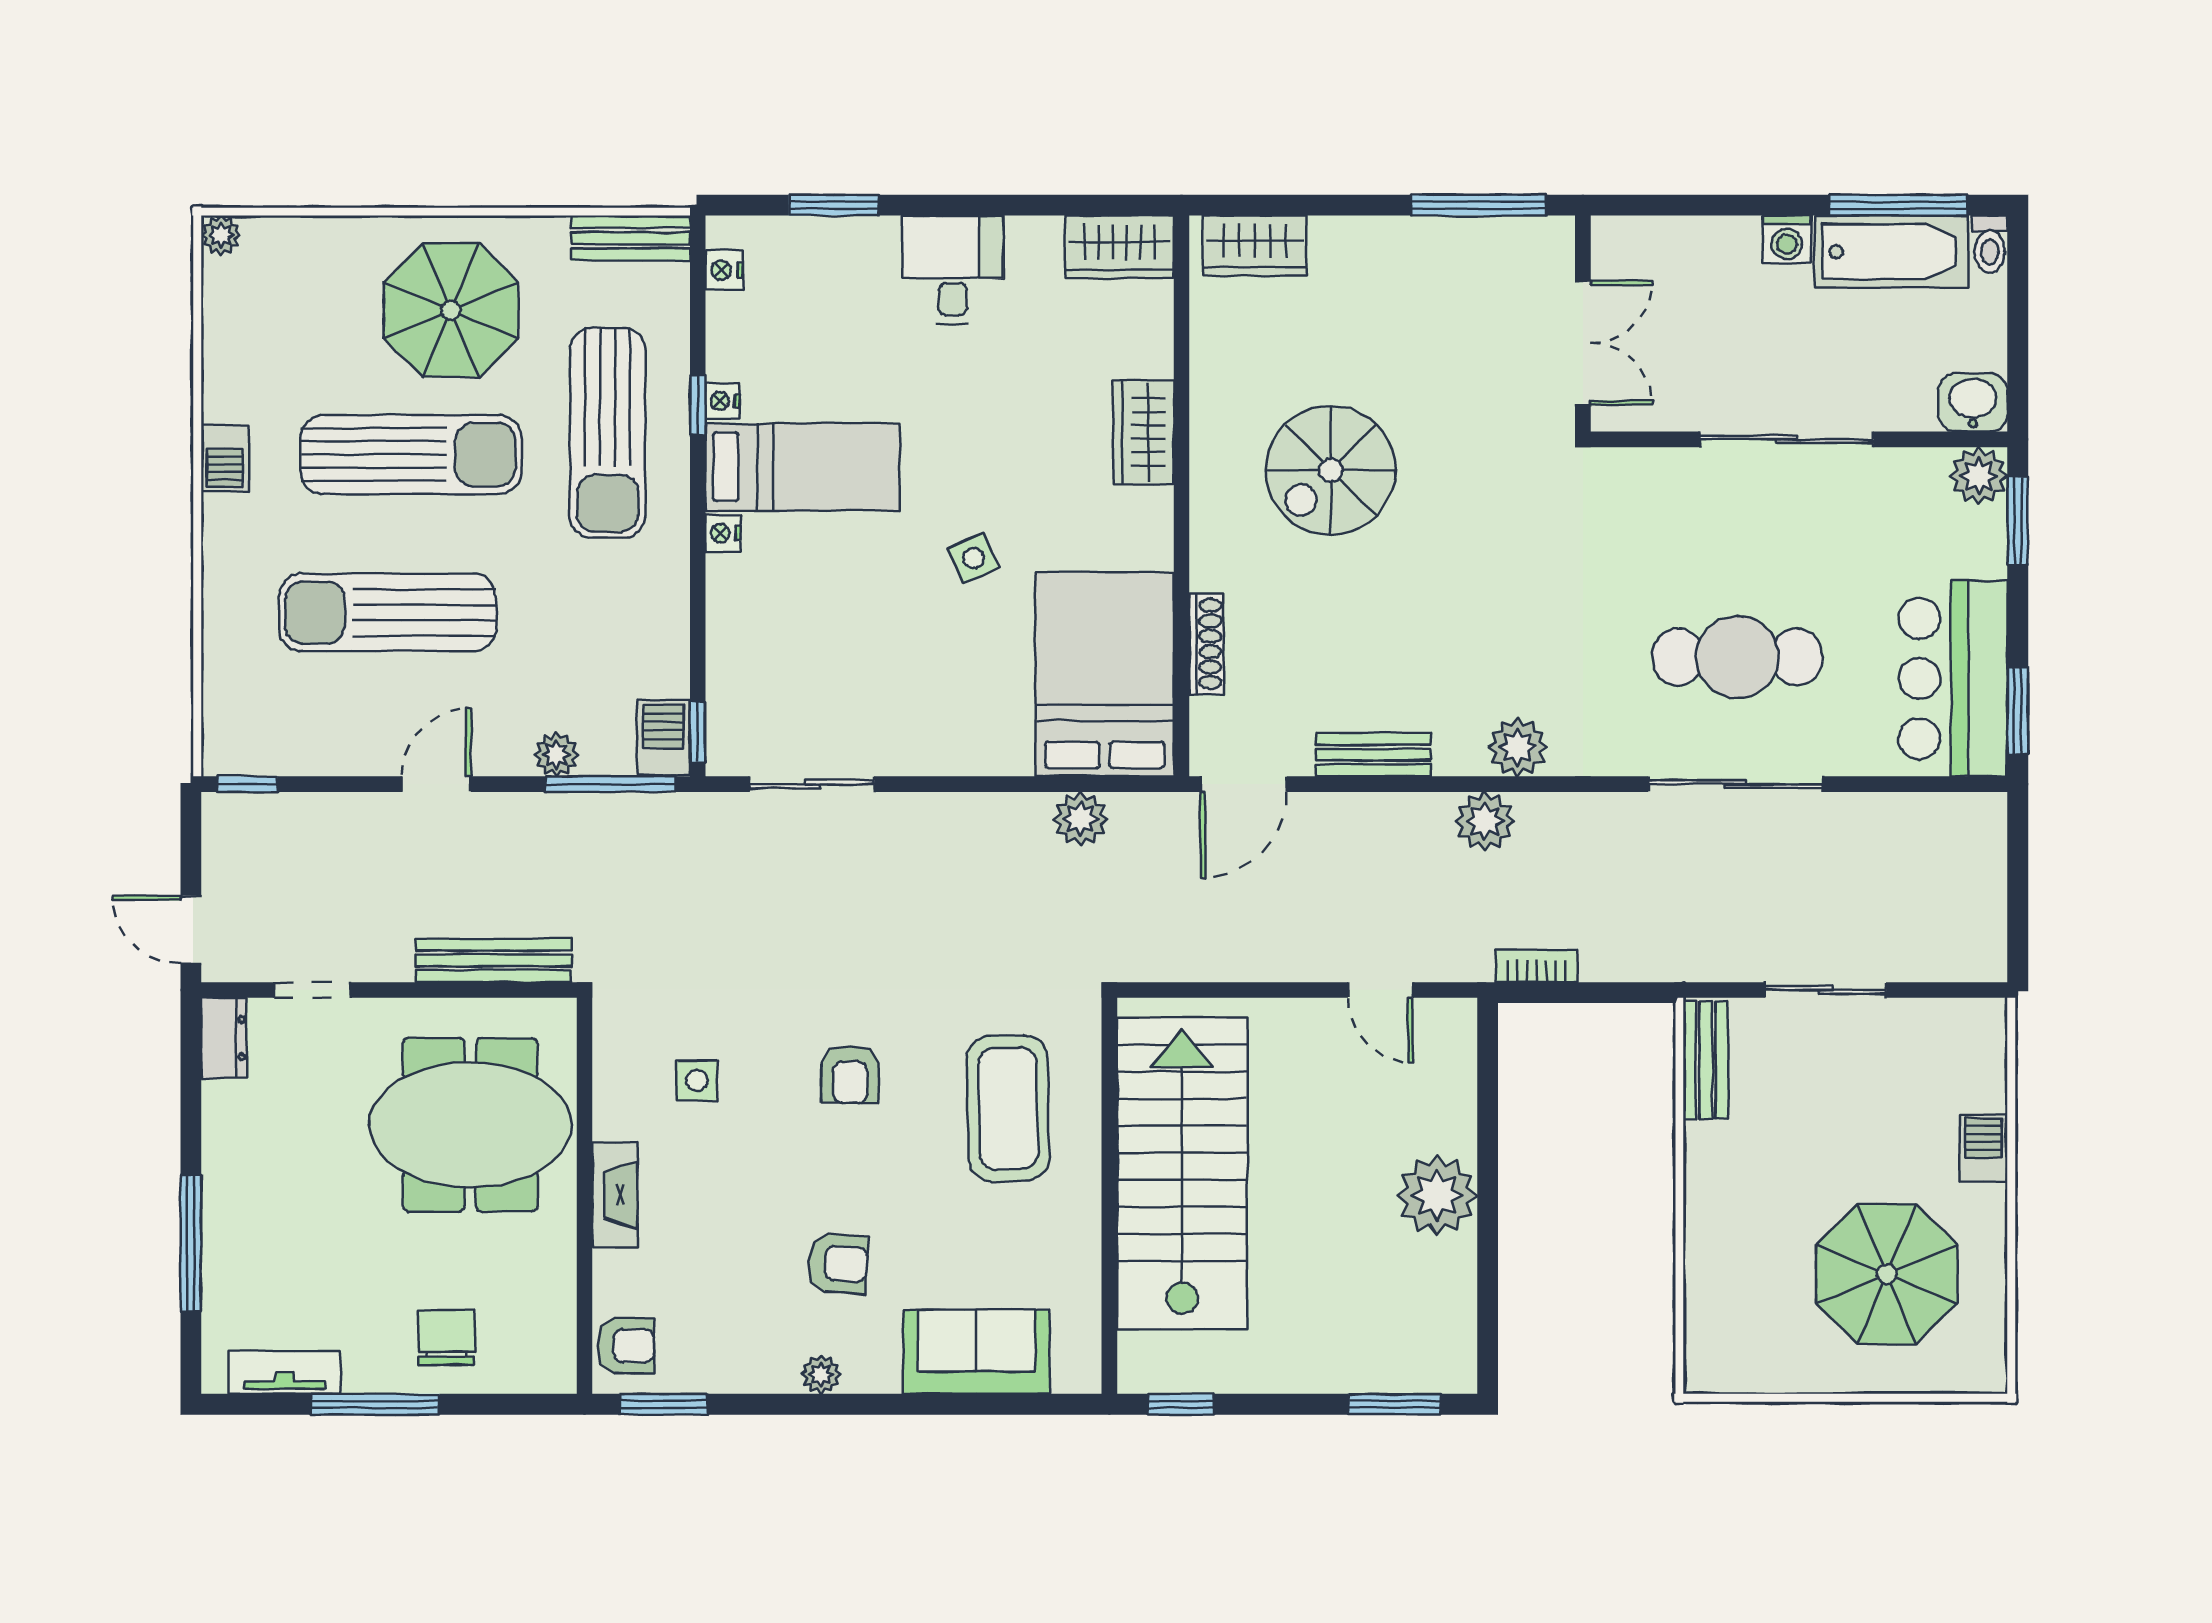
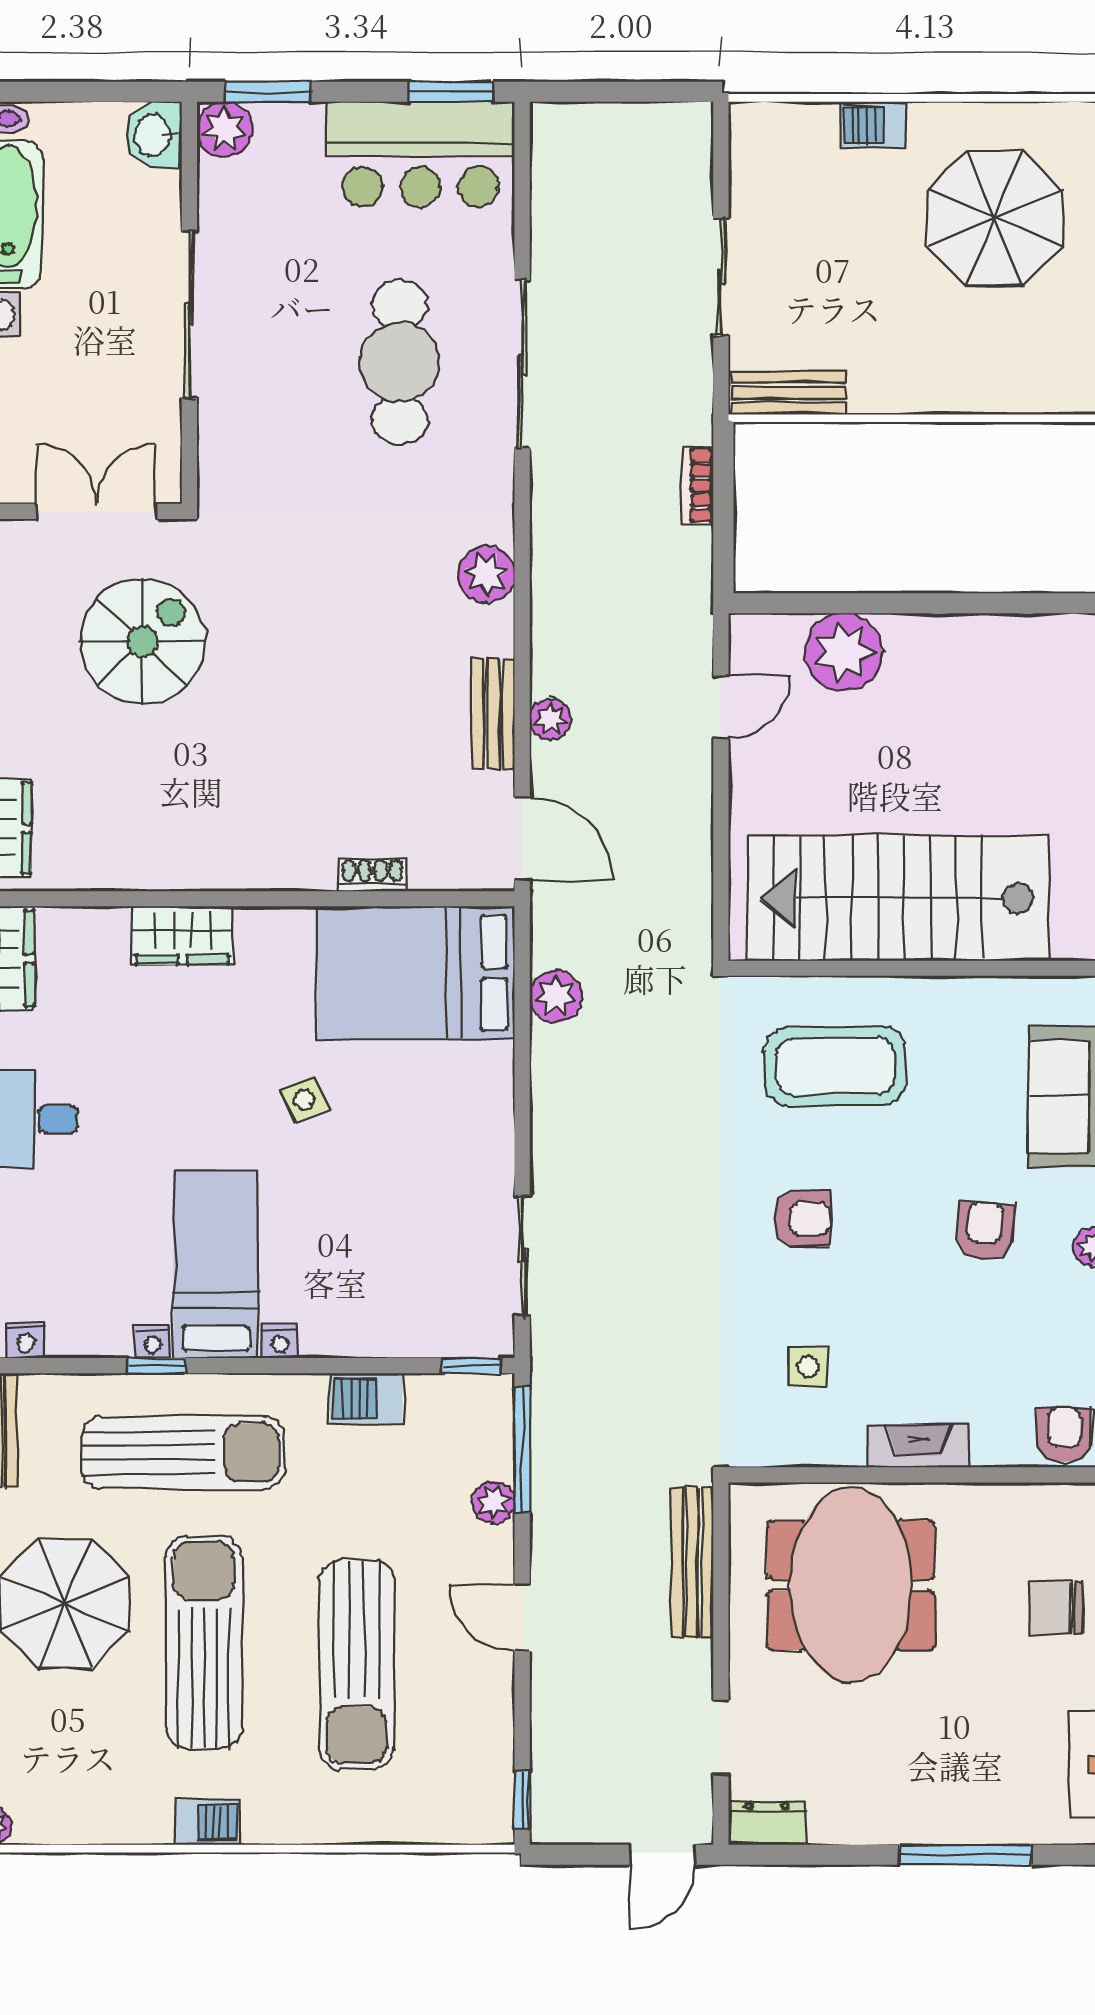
spiral stairs: (1331, 470) -> (143, 641), moved, turned -90
shoe rack: (1206, 644) -> (372, 875), width x0.70
barbecue: (663, 738) -> (366, 1399), moved
plant: (1485, 821) -> (550, 719), moved, width x0.73, depth x0.73
bookcase: (1537, 966) -> (698, 485), moved
plant: (1437, 1195) -> (844, 652), moved

